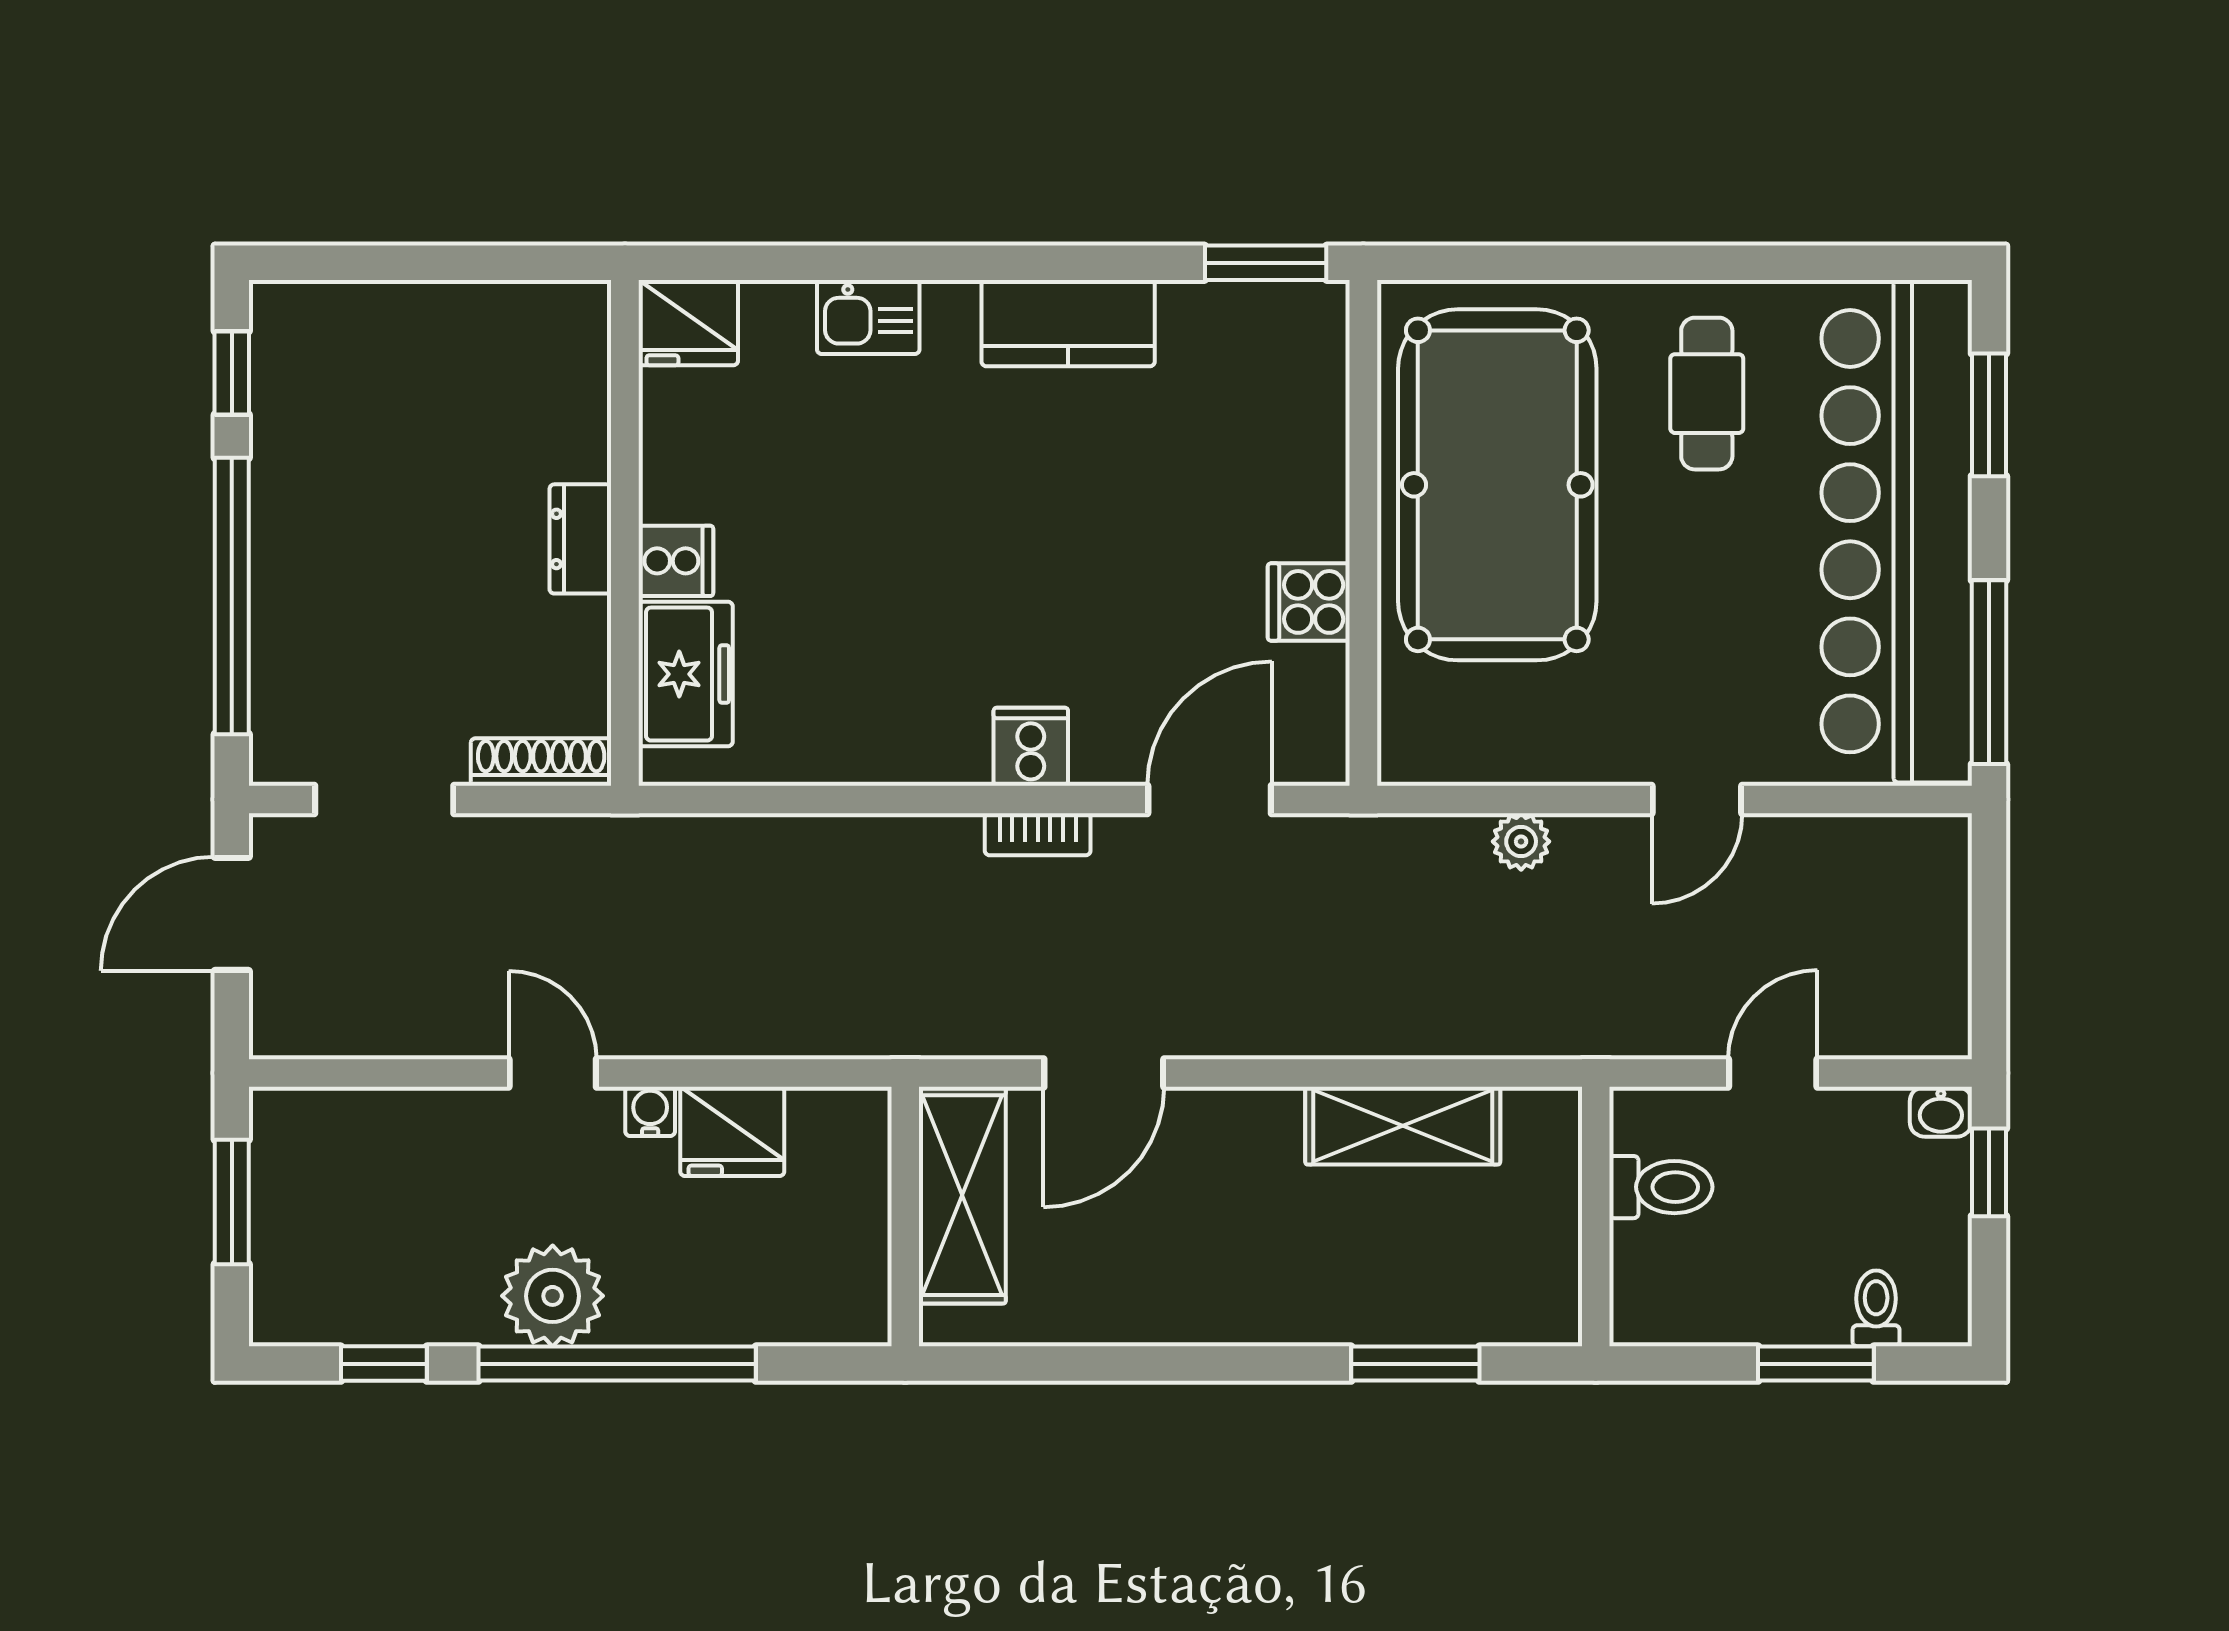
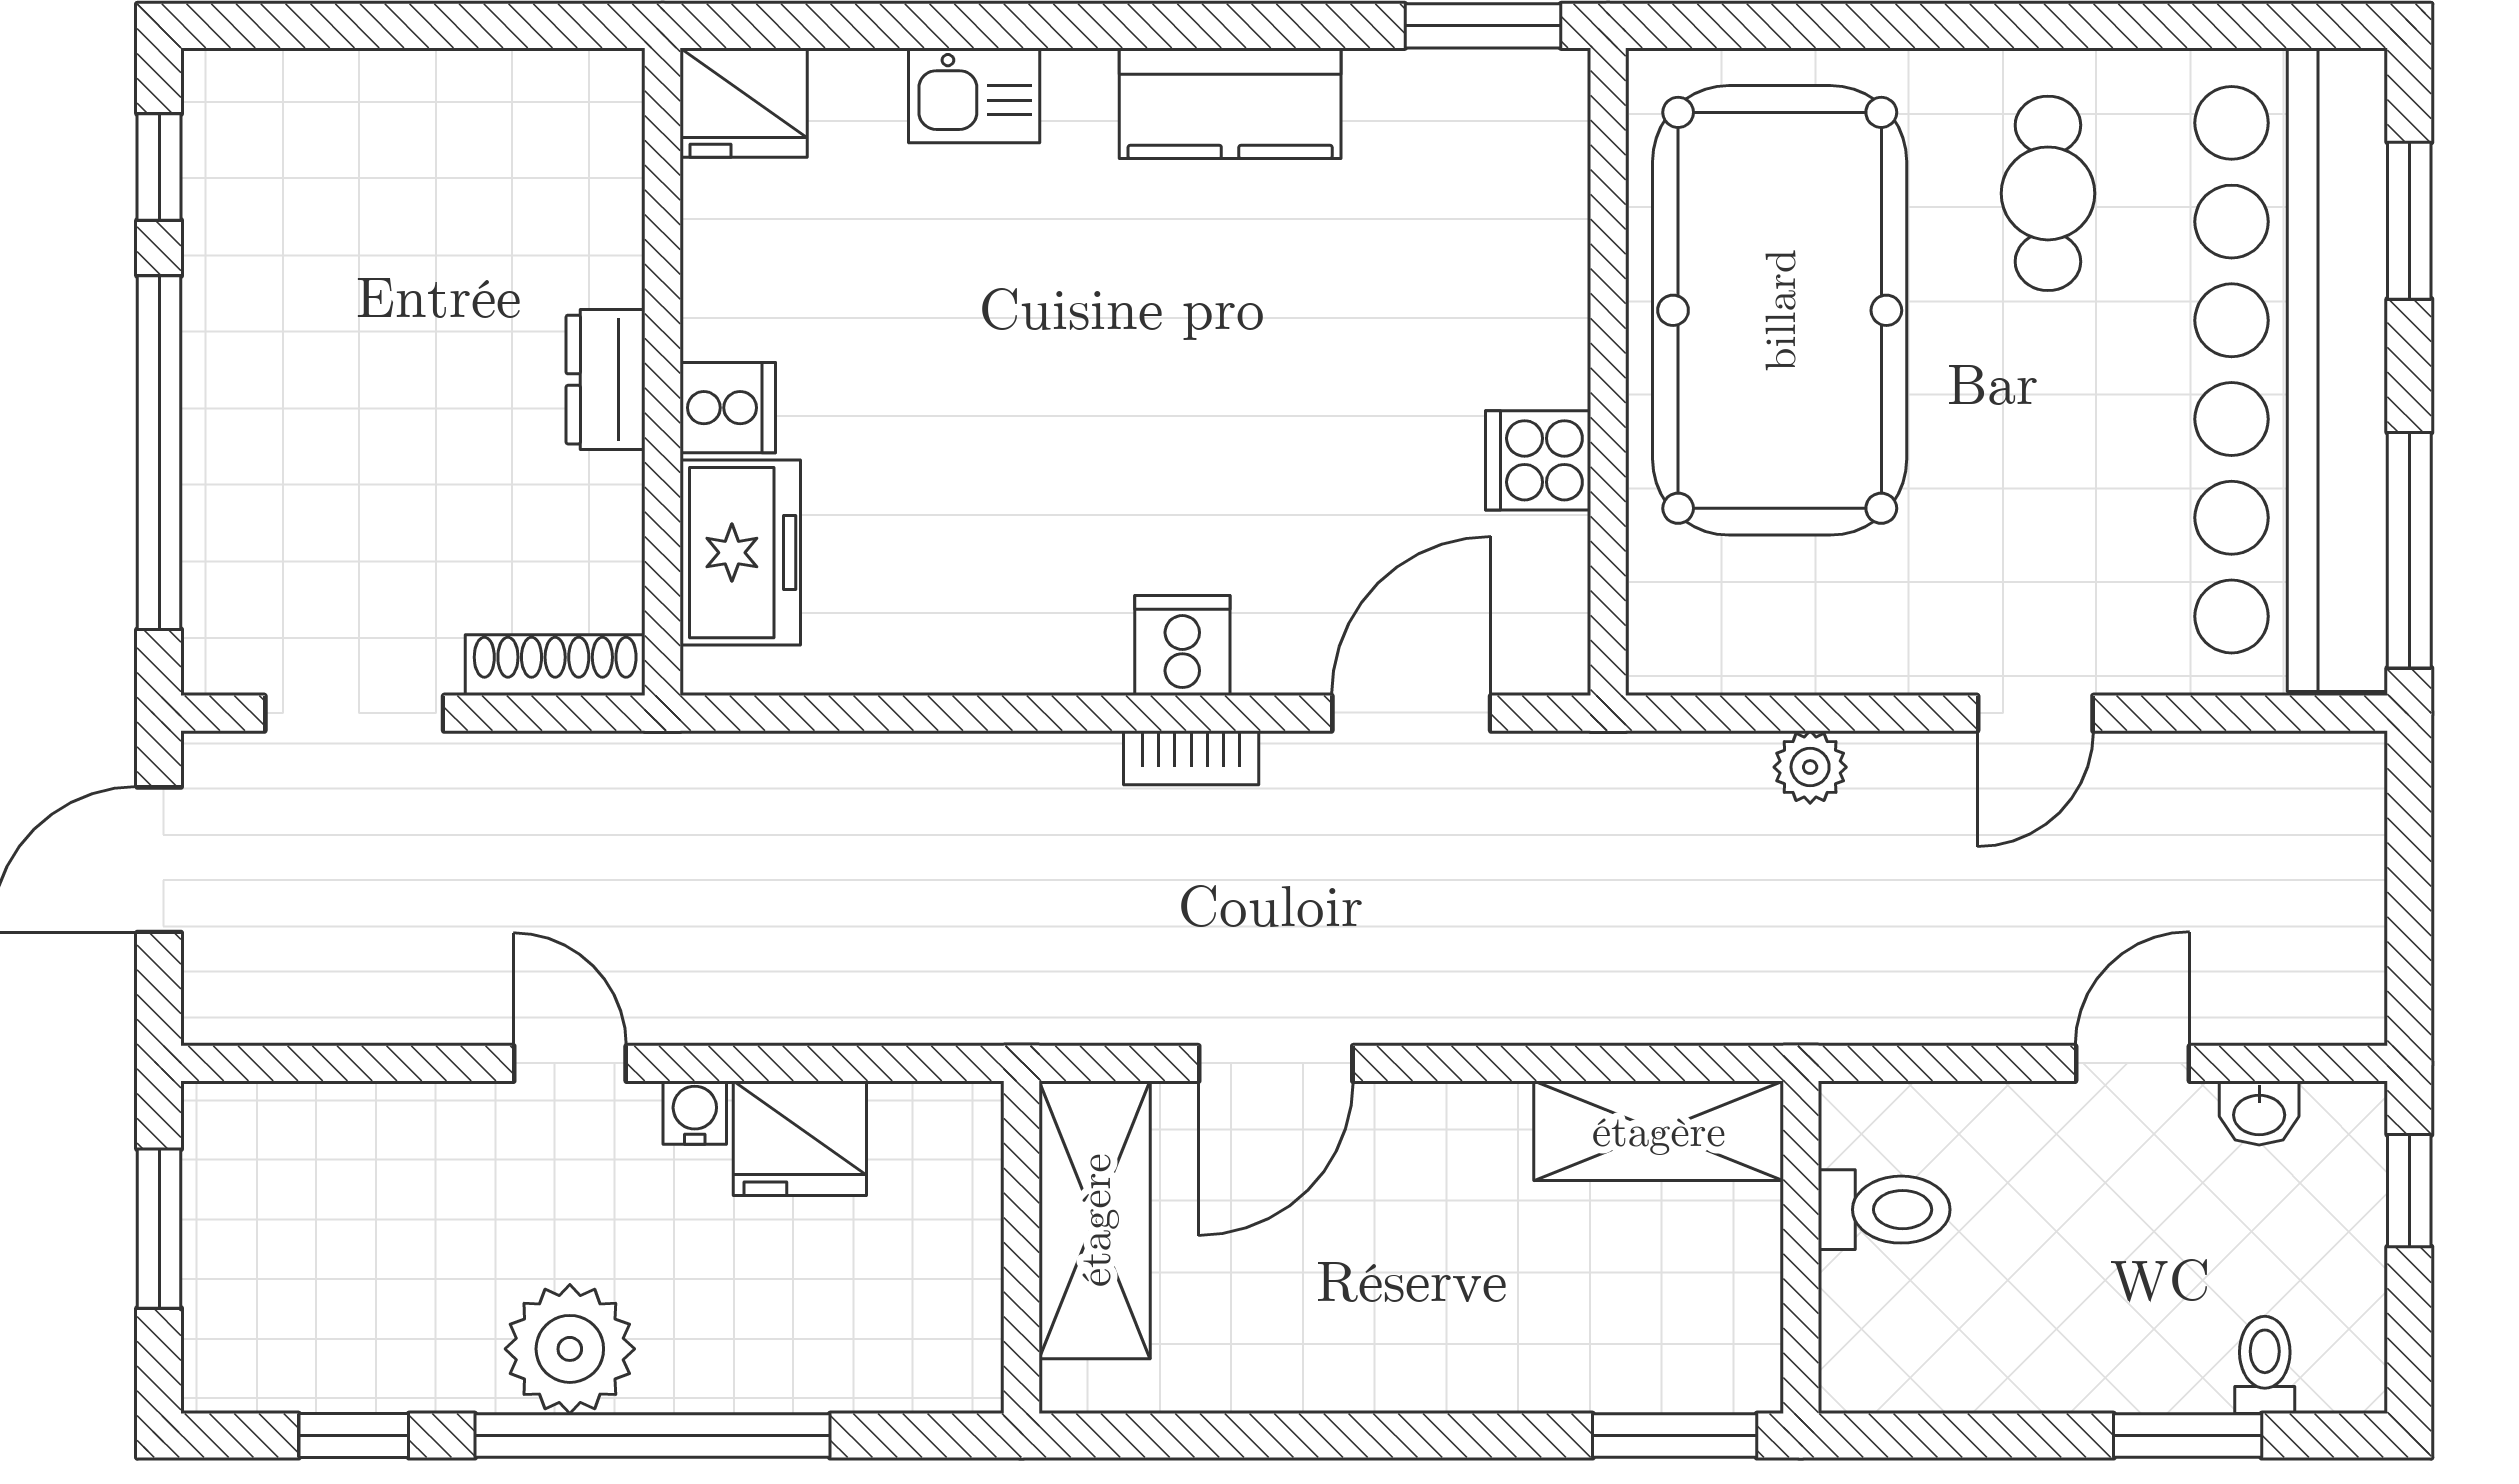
washbasin: (1941, 1112) -> (2259, 1113), moved
toilet: (1661, 1187) -> (1884, 1210), moved
wall: (1596, 1217) -> (1801, 1247), moved

